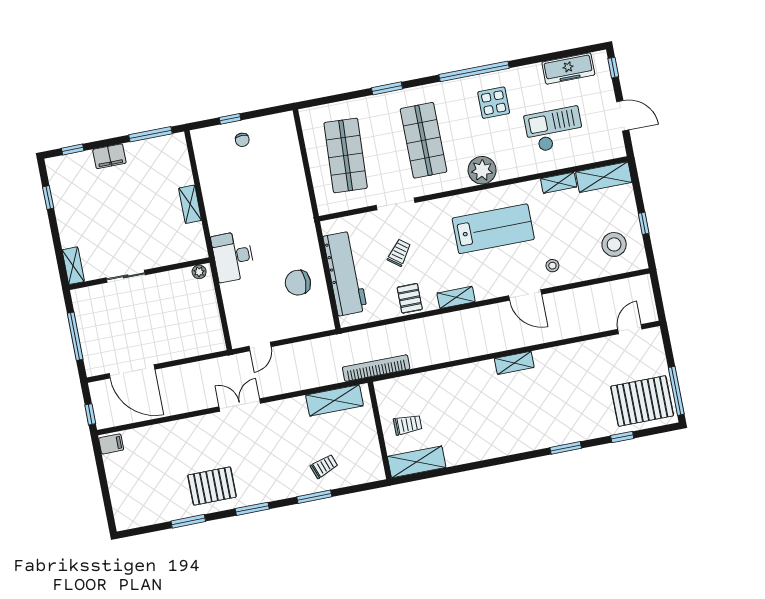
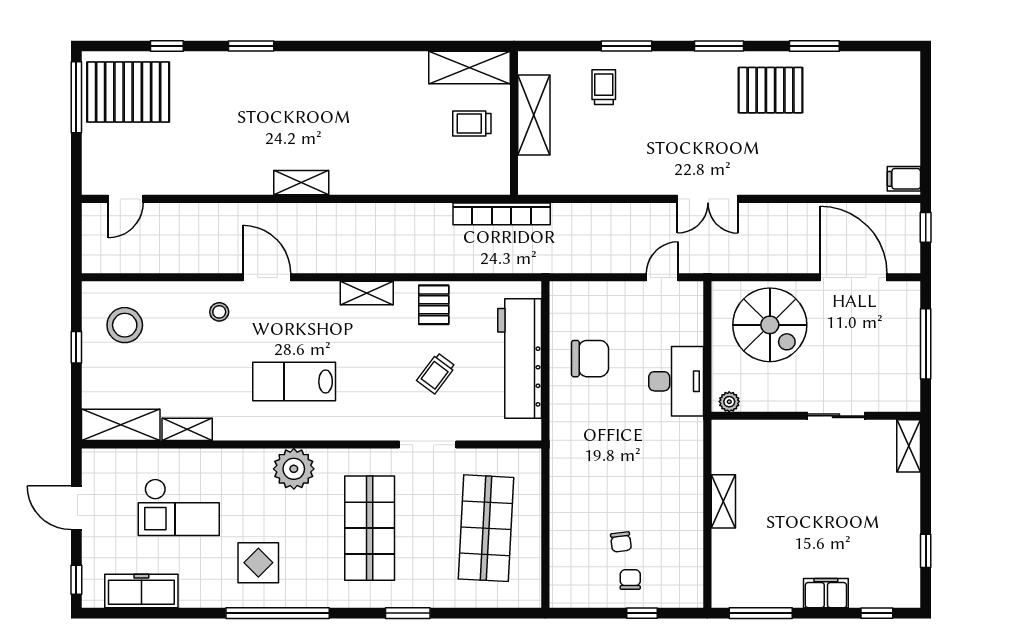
chair: (253, 164) -> (621, 542), added
lab bench: (493, 229) -> (294, 382), width x0.73, depth x0.72
desk: (233, 256) -> (676, 381), moved
spiral stairs: (182, 329) -> (770, 325), added
shelving: (334, 400) -> (534, 115), moved, turned 90
trolley: (324, 466) -> (604, 87), turned 110

